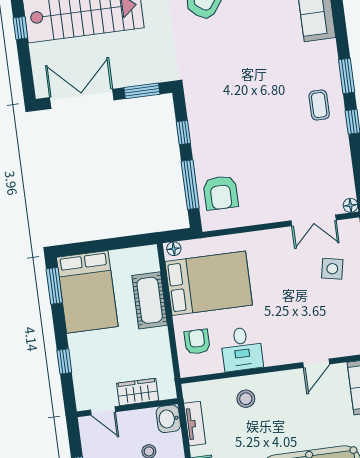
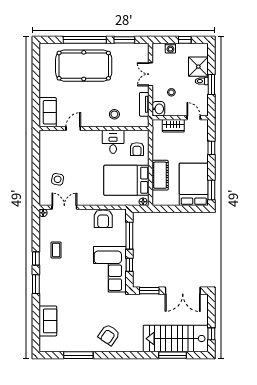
coffee table: (319, 105) -> (56, 250), moved
corner sofa: (217, 120) -> (110, 269), added
armchair: (221, 193) -> (103, 219), moved, turned 180

